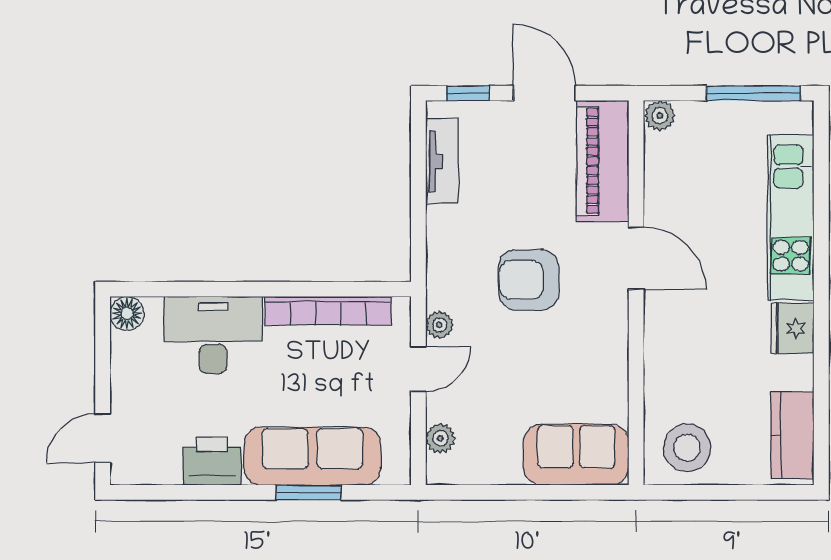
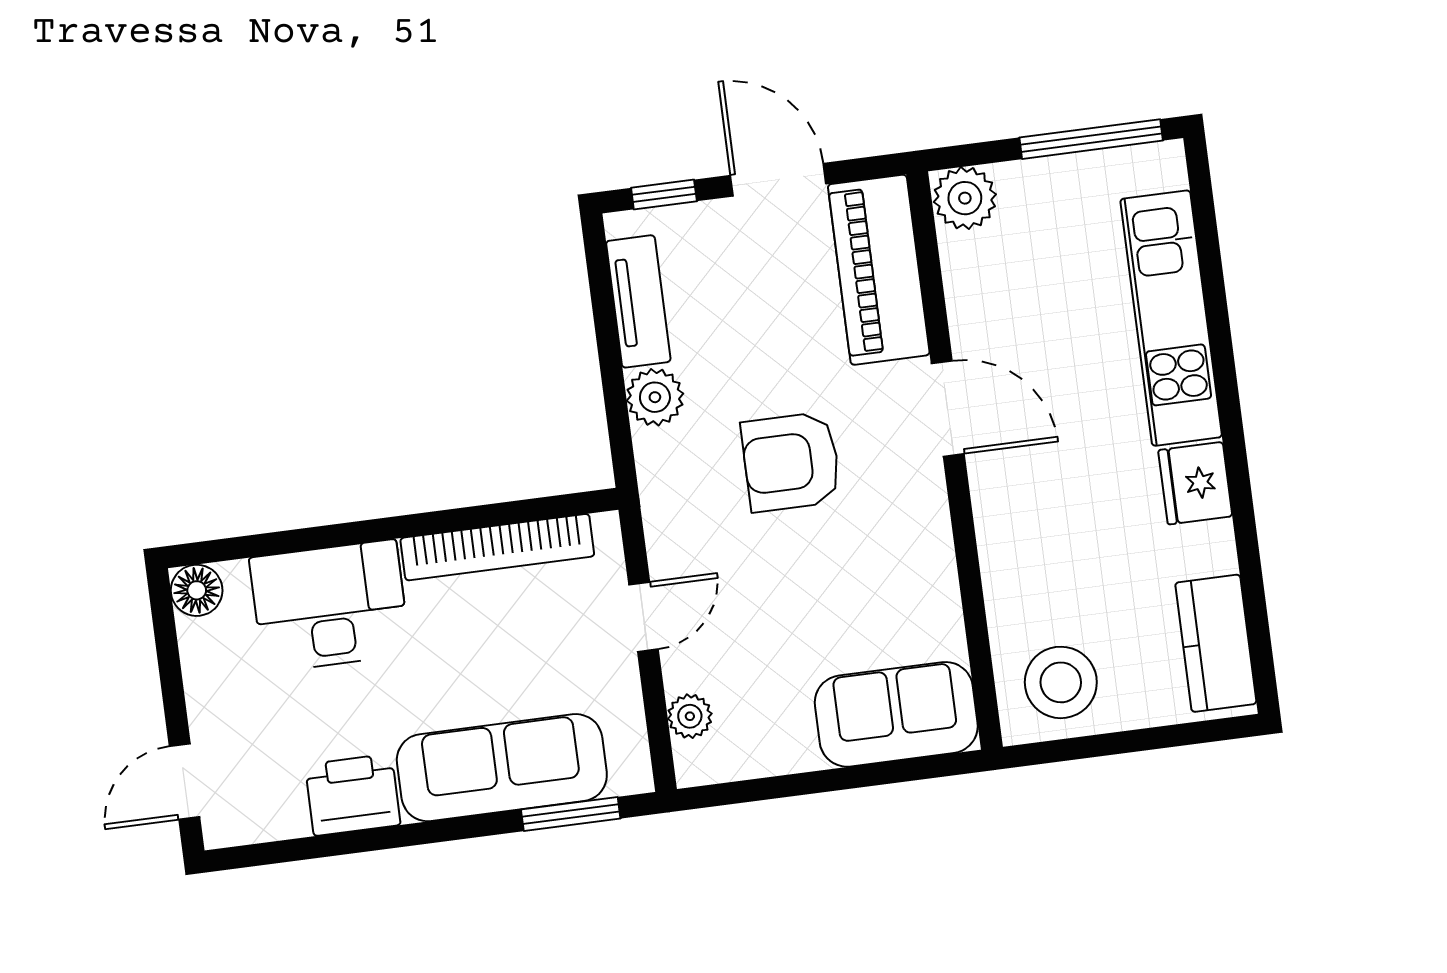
plant: (660, 116) -> (965, 198), width x1.38, depth x1.38
plant: (439, 325) -> (655, 397), moved, width x1.38, depth x1.38
window: (309, 492) -> (571, 814), moved

